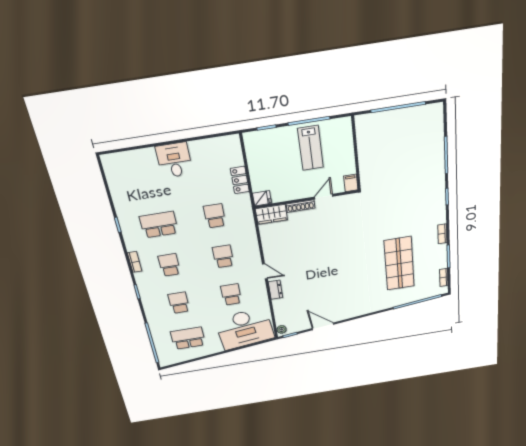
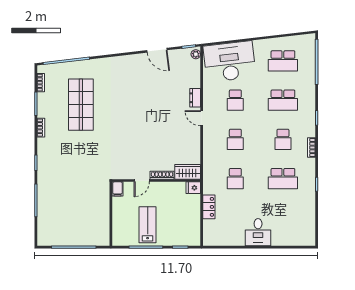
school desk: (179, 303) -> (283, 100), width x1.85

